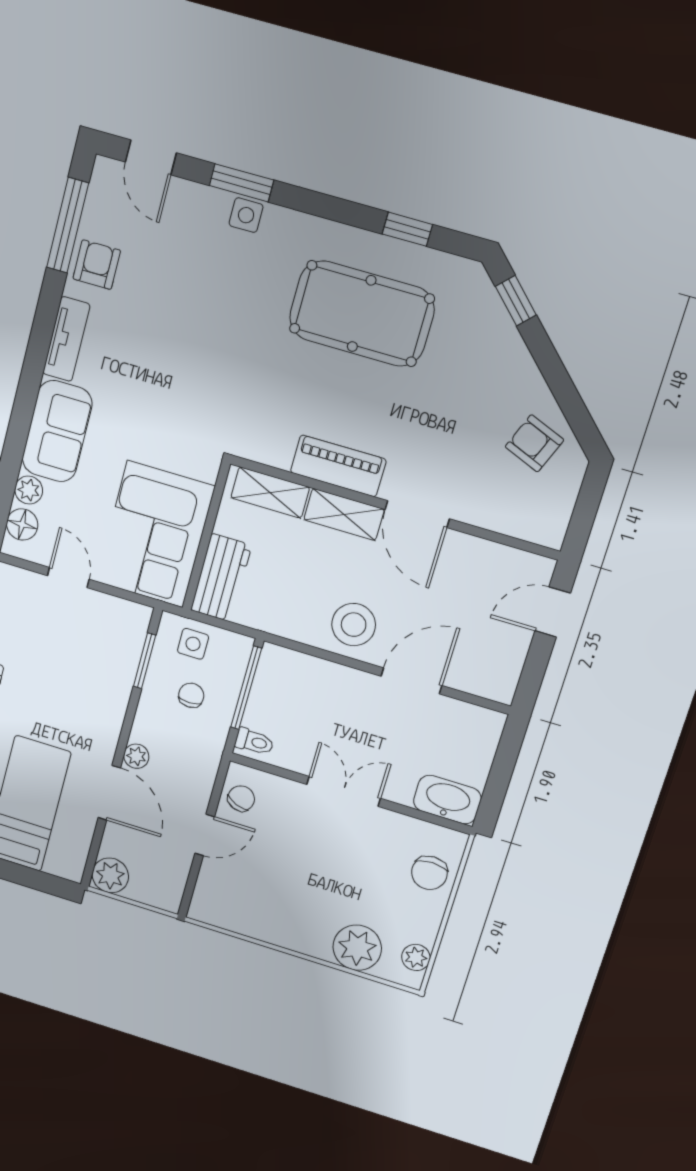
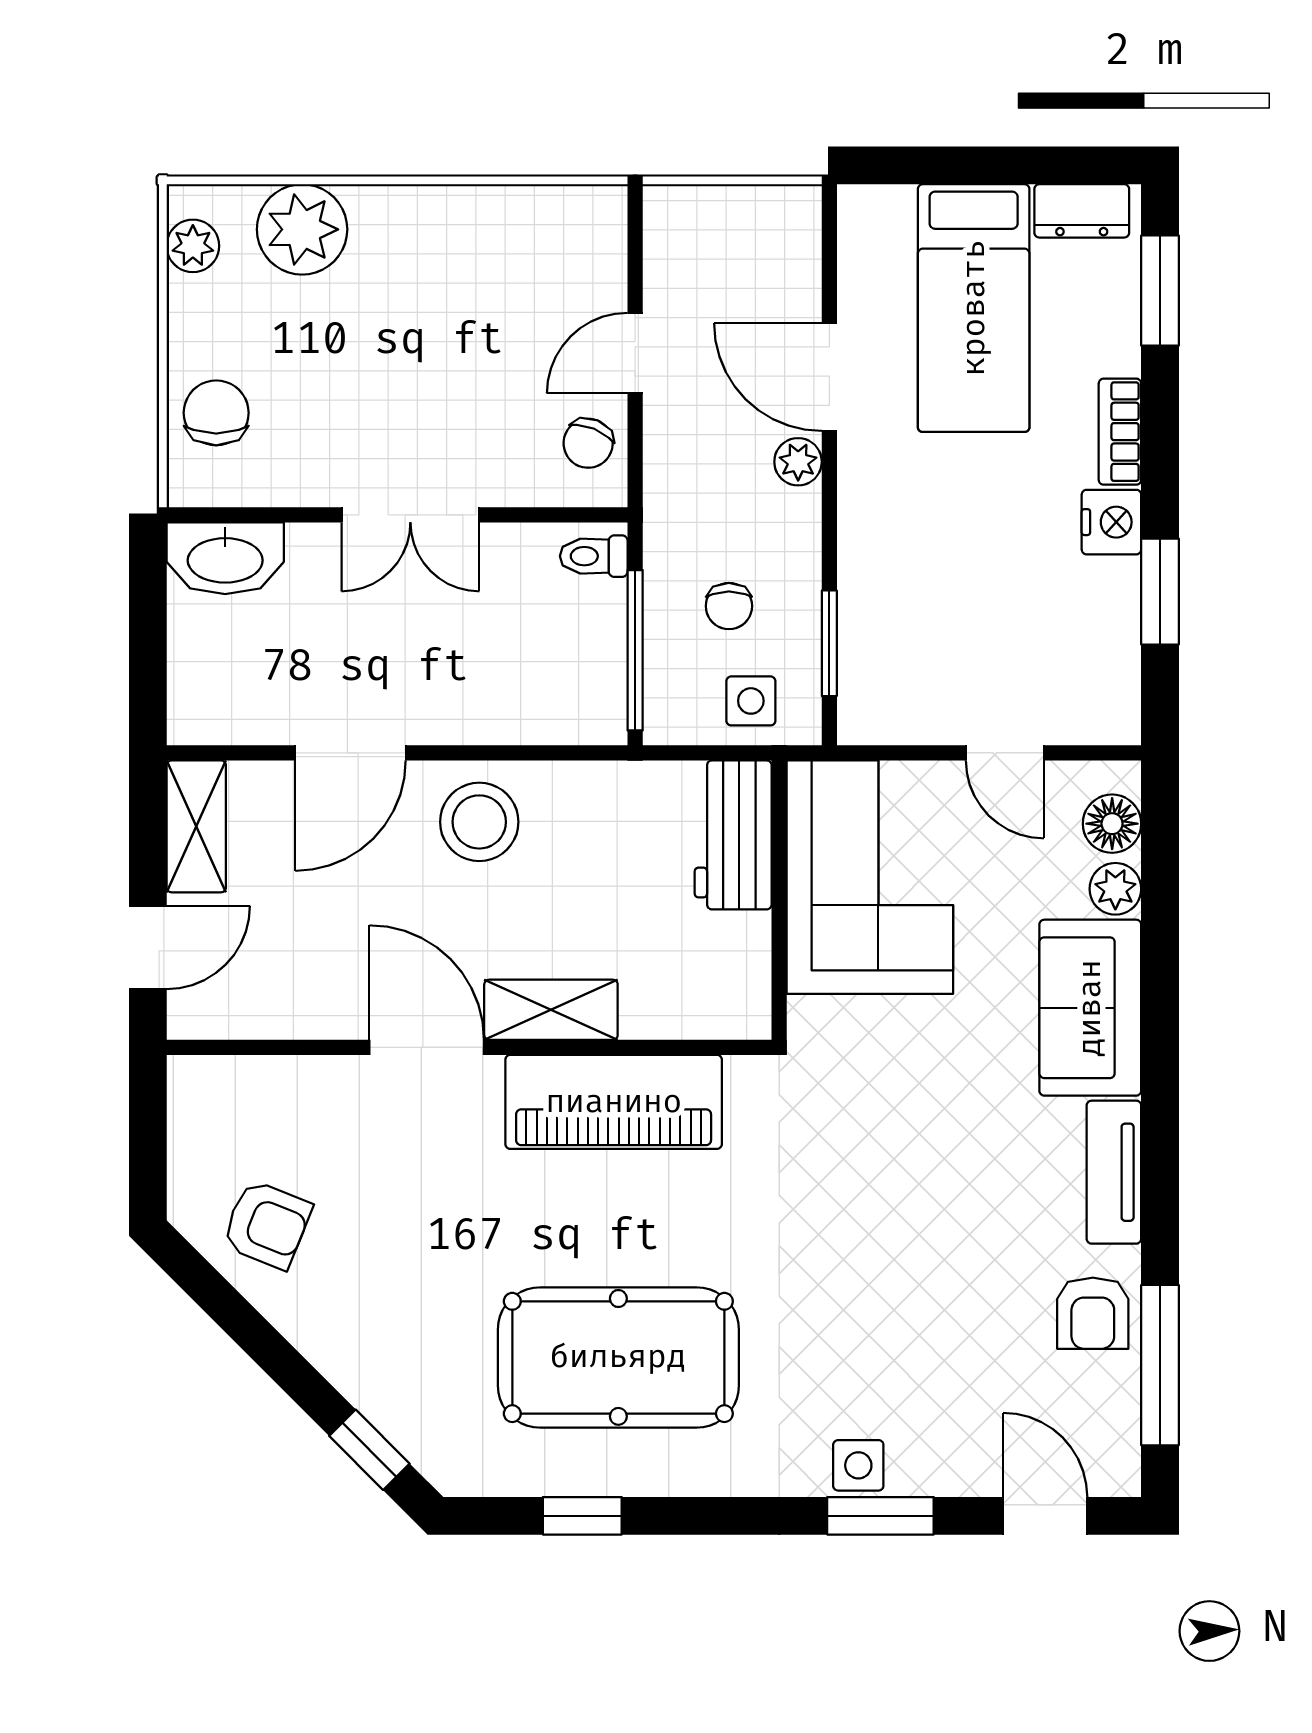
piano: (338, 466) -> (614, 1102), width x1.37, depth x1.33
shelving: (270, 492) -> (196, 826), moved, turned 90
plant: (110, 875) -> (787, 219), removed

